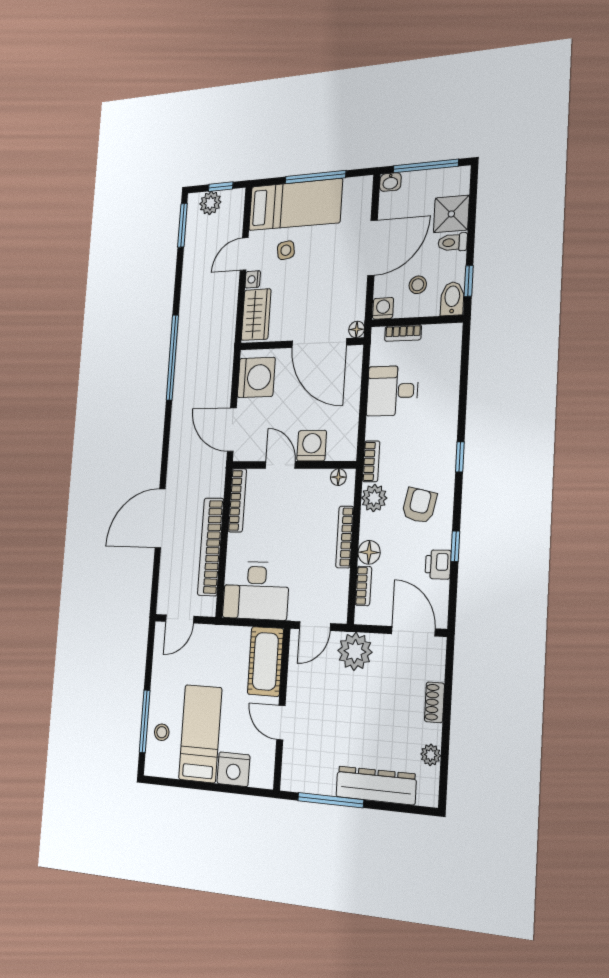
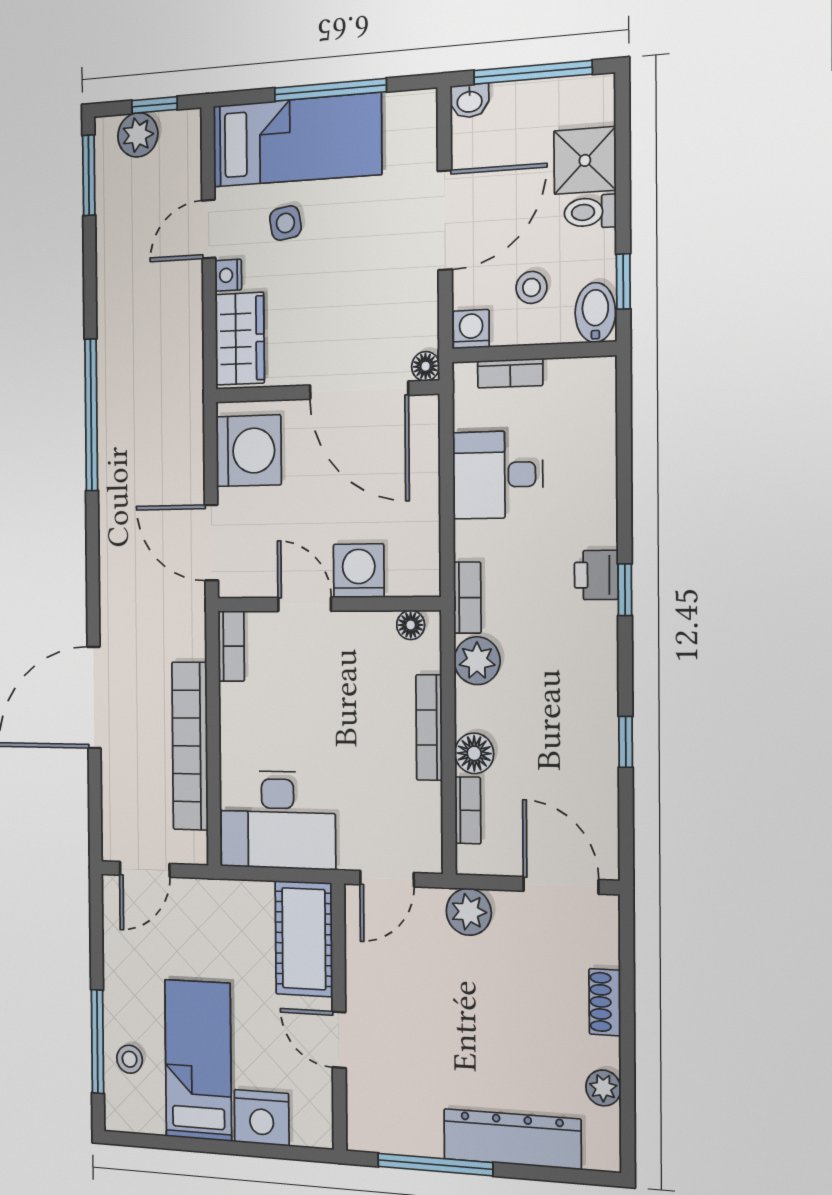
bookcase: (237, 500) -> (231, 646), width x0.64
armchair: (419, 505) -> (558, 673), removed
printer: (438, 564) -> (596, 575), moved
plant: (355, 651) -> (469, 912), width x0.73, depth x0.73

